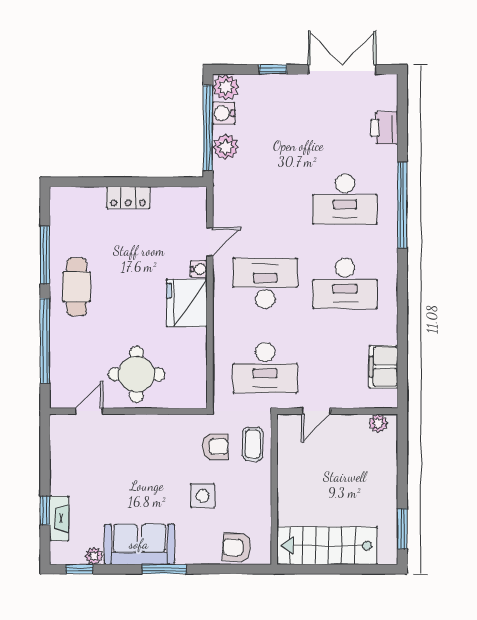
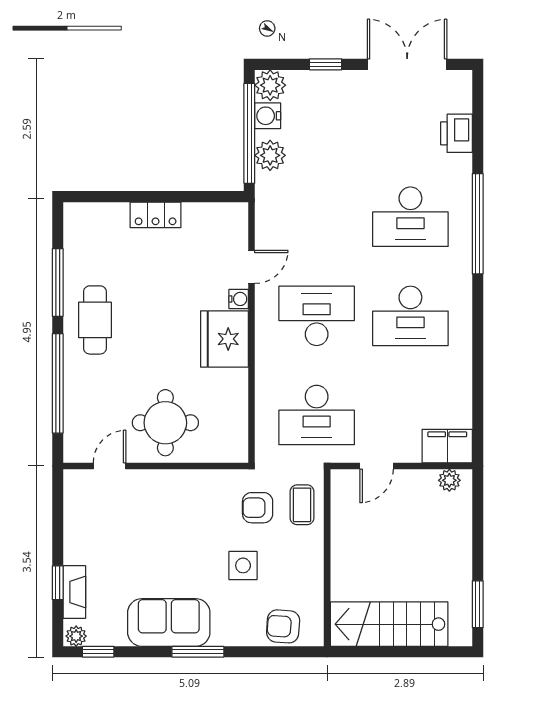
filing cabinet: (383, 367) -> (447, 446), moved, turned 90
armchair: (215, 447) -> (258, 508), turned 180
plant: (94, 556) -> (76, 636), moved

